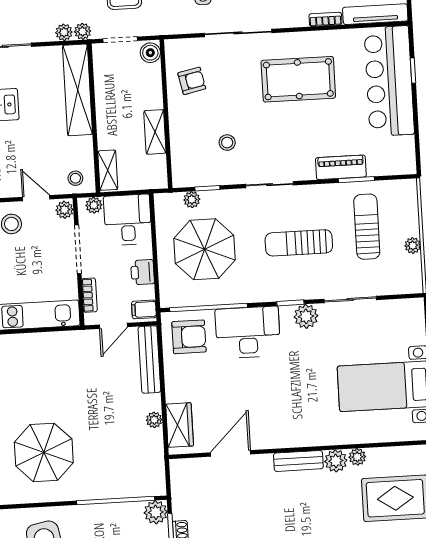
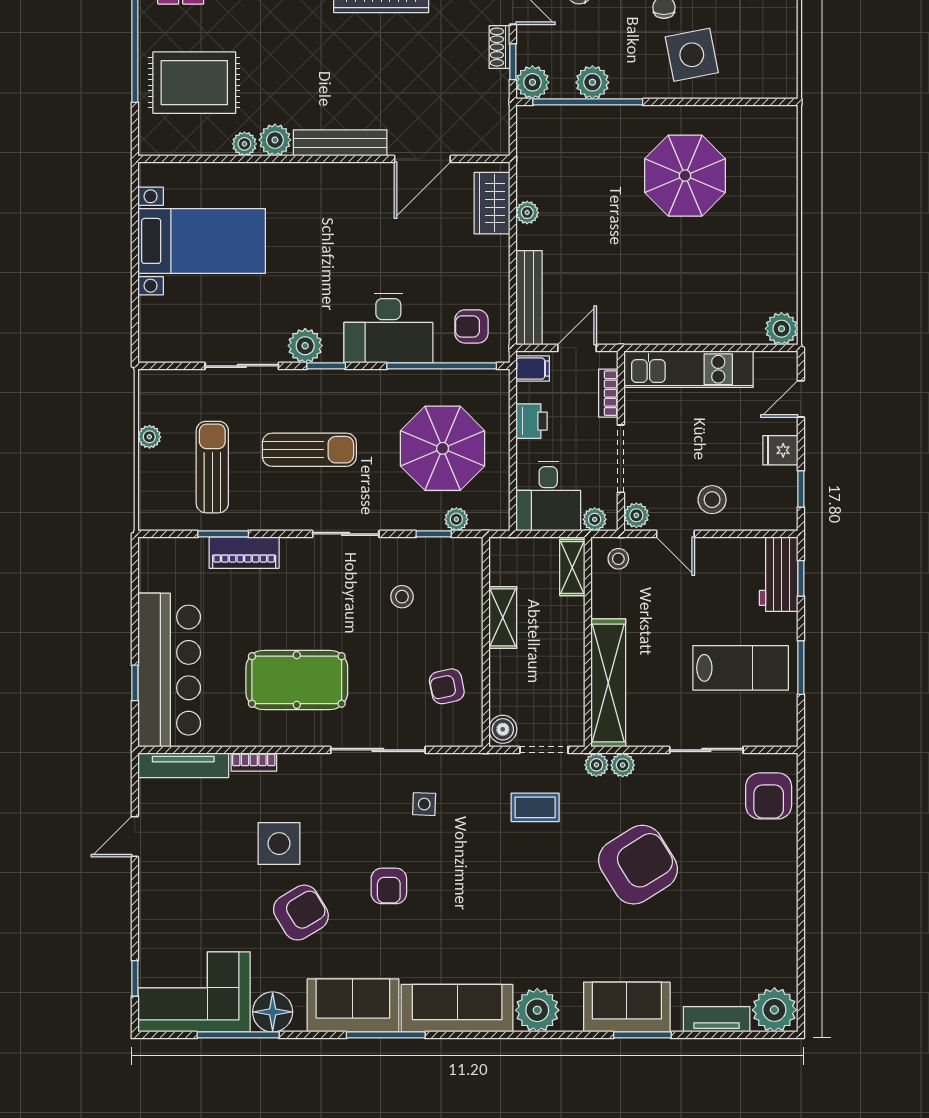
sun lounger: (367, 227) -> (212, 467), turned 180
armchair: (189, 337) -> (471, 326), width x0.72, depth x0.72
bench: (298, 461) -> (340, 143), width x1.36
plant: (113, 515) -> (592, 82), added

